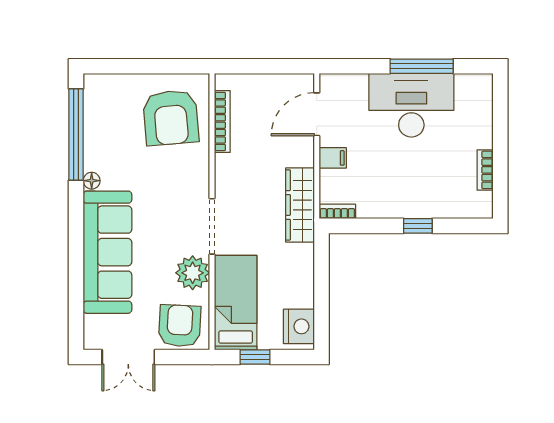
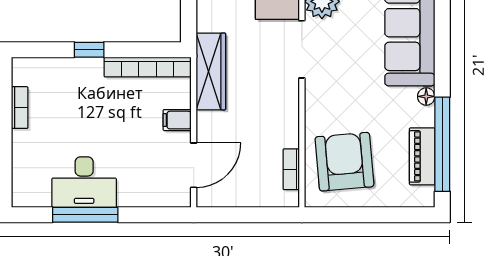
desk: (411, 105) -> (84, 182), width x0.73, depth x0.77
bookcase: (222, 121) -> (291, 169), width x0.64
piano: (96, 123) -> (422, 156), added
bookcase: (337, 211) -> (148, 67), width x2.31, depth x1.31

